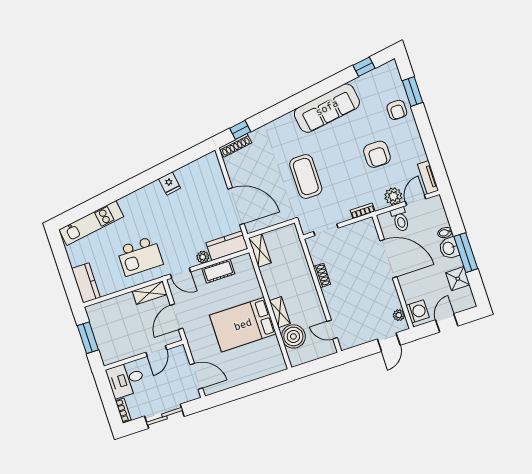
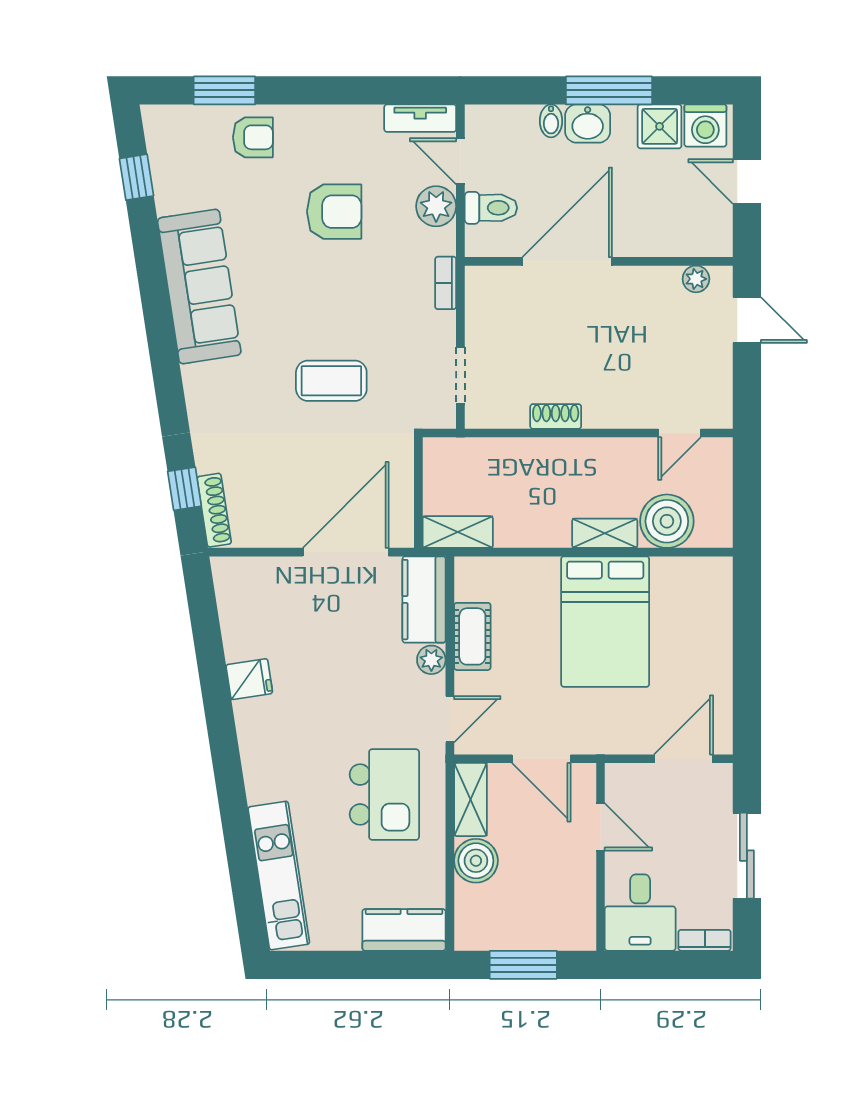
coffee table: (306, 177) -> (331, 381), width x0.73, depth x0.76
boiler: (125, 304) -> (476, 861), added
washing machine: (418, 311) -> (705, 126), moved, turned 180

